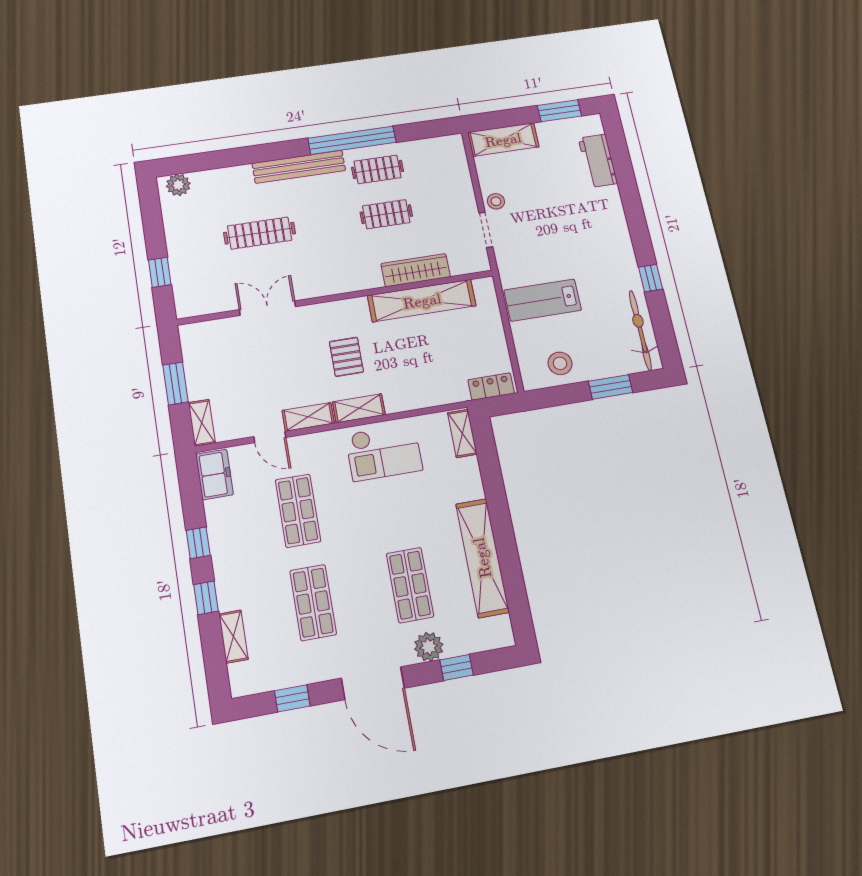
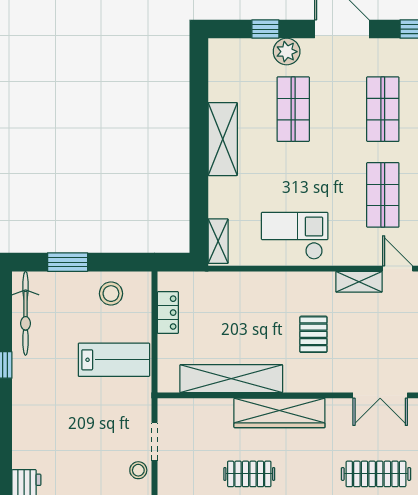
wardrobe: (416, 270) -> (279, 413), moved, width x1.40, depth x1.17
locker: (491, 387) -> (168, 313), moved, turned -90
shelving: (359, 408) -> (310, 282), removed
shelving: (482, 558) -> (223, 139), width x0.68

